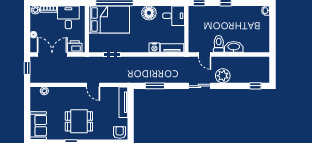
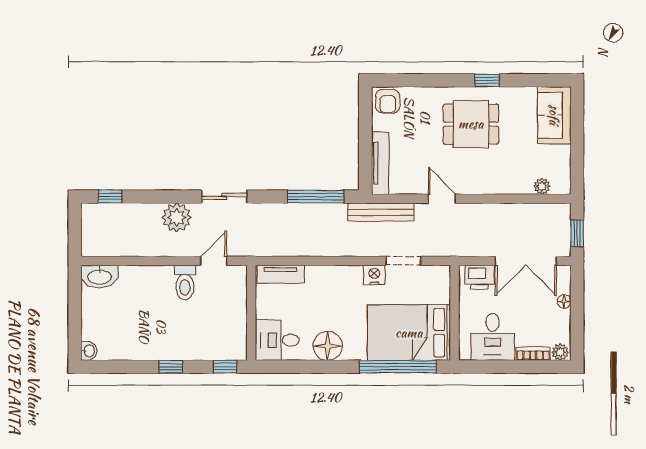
washbasin: (234, 47) -> (100, 276), moved
nightstand: (154, 48) -> (374, 275), moved
door: (205, 54) -> (214, 261), hinge flipped
bench: (123, 78) -> (381, 212), added
window: (155, 86) -> (315, 197), width x1.44

